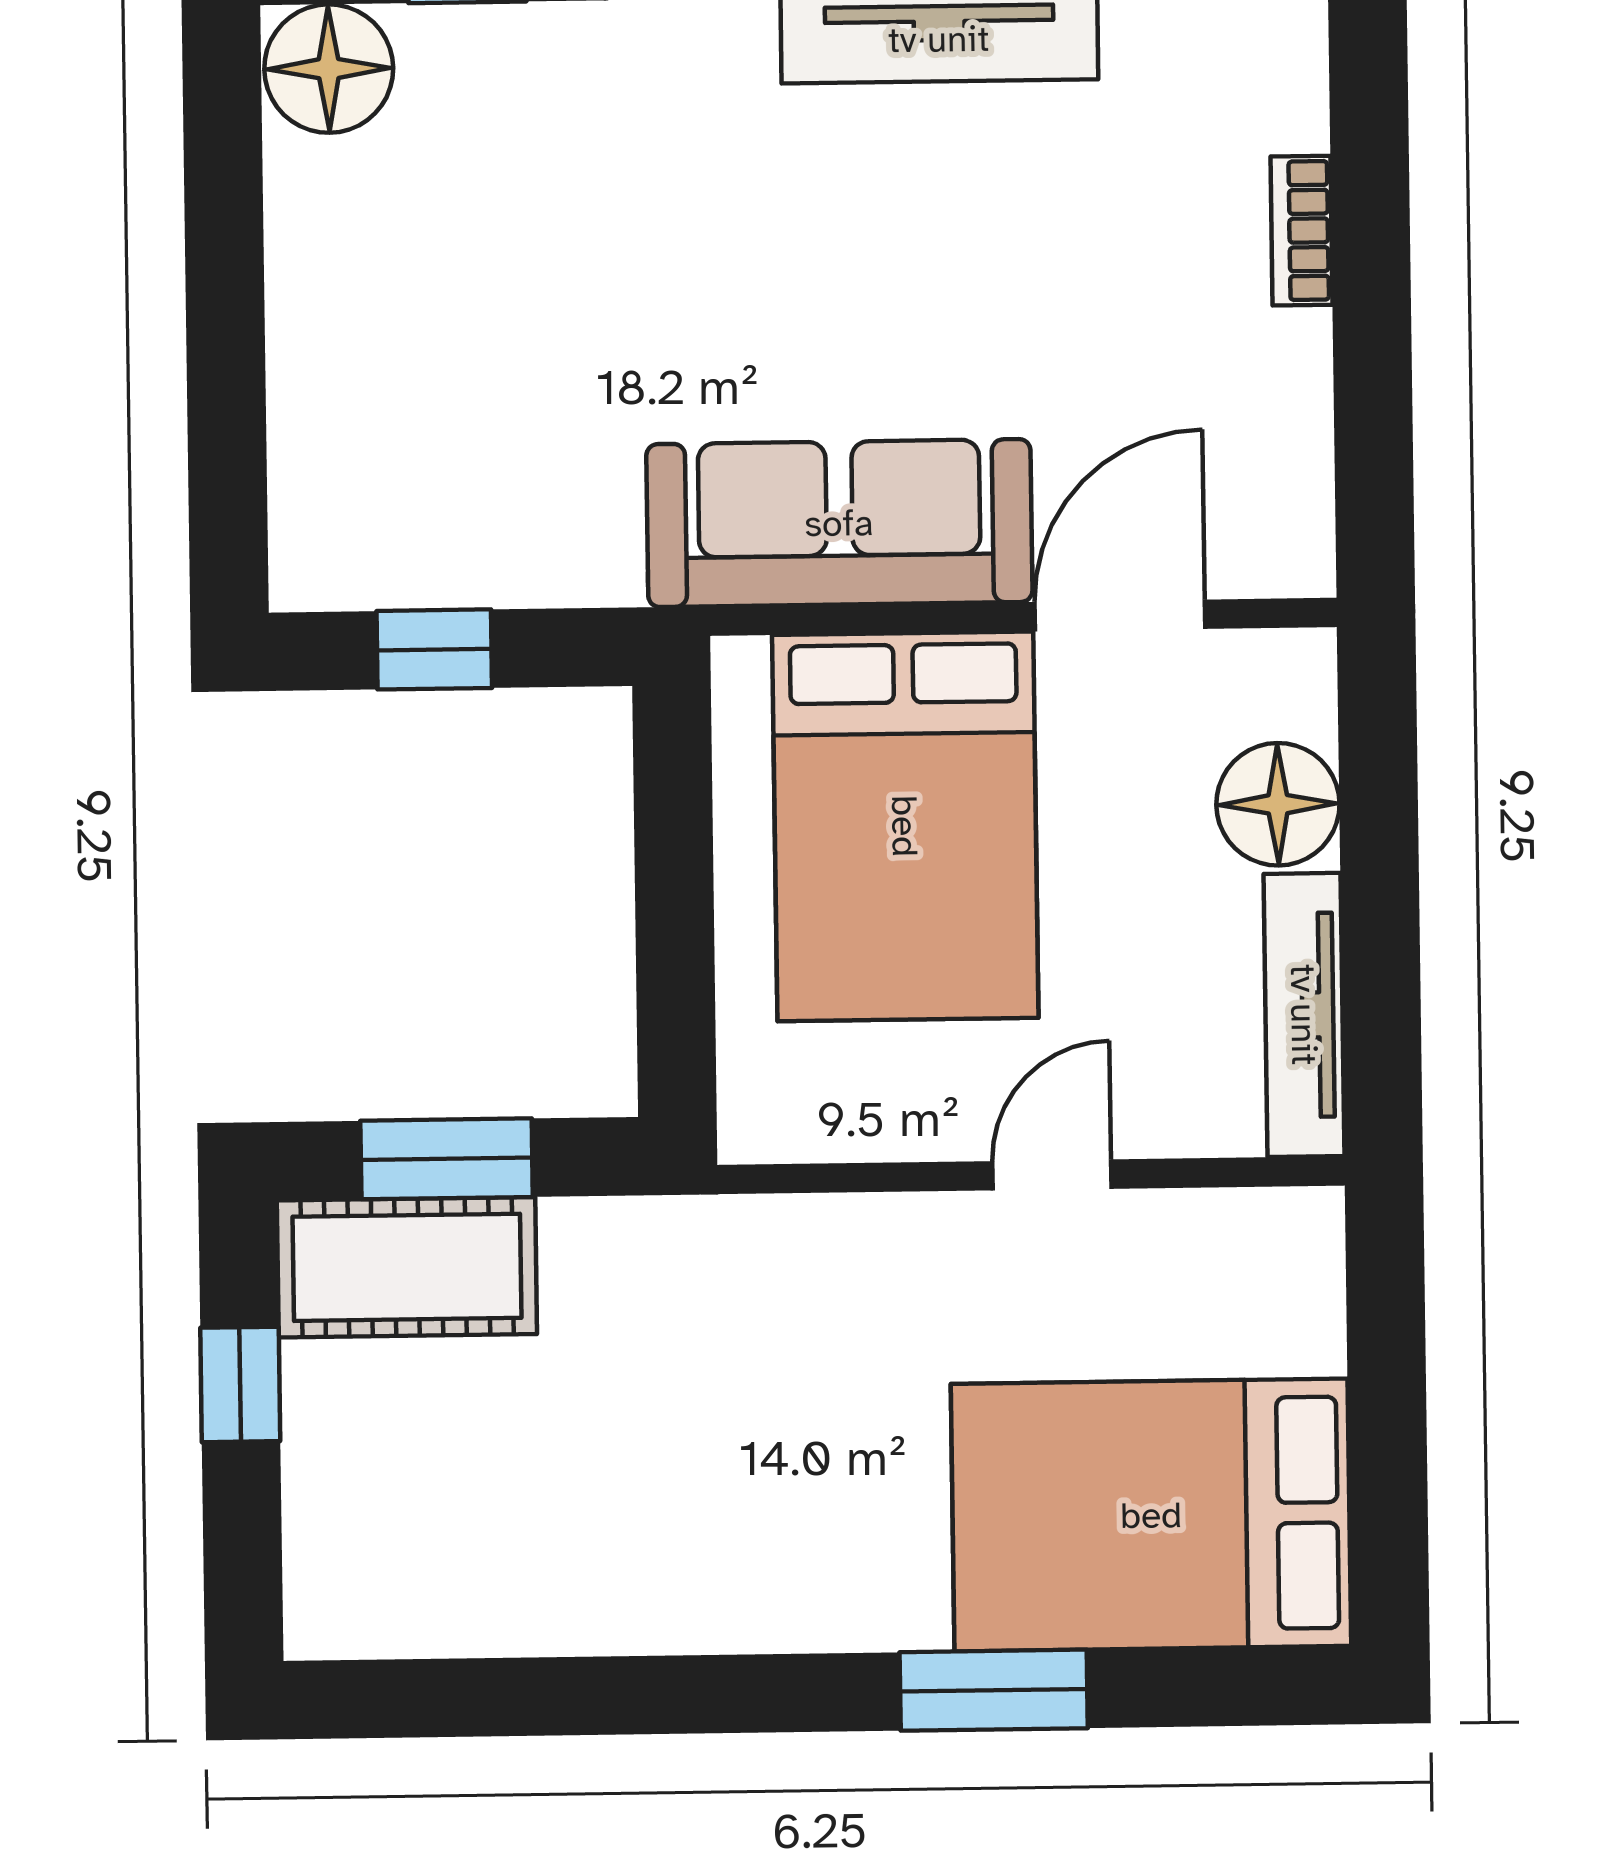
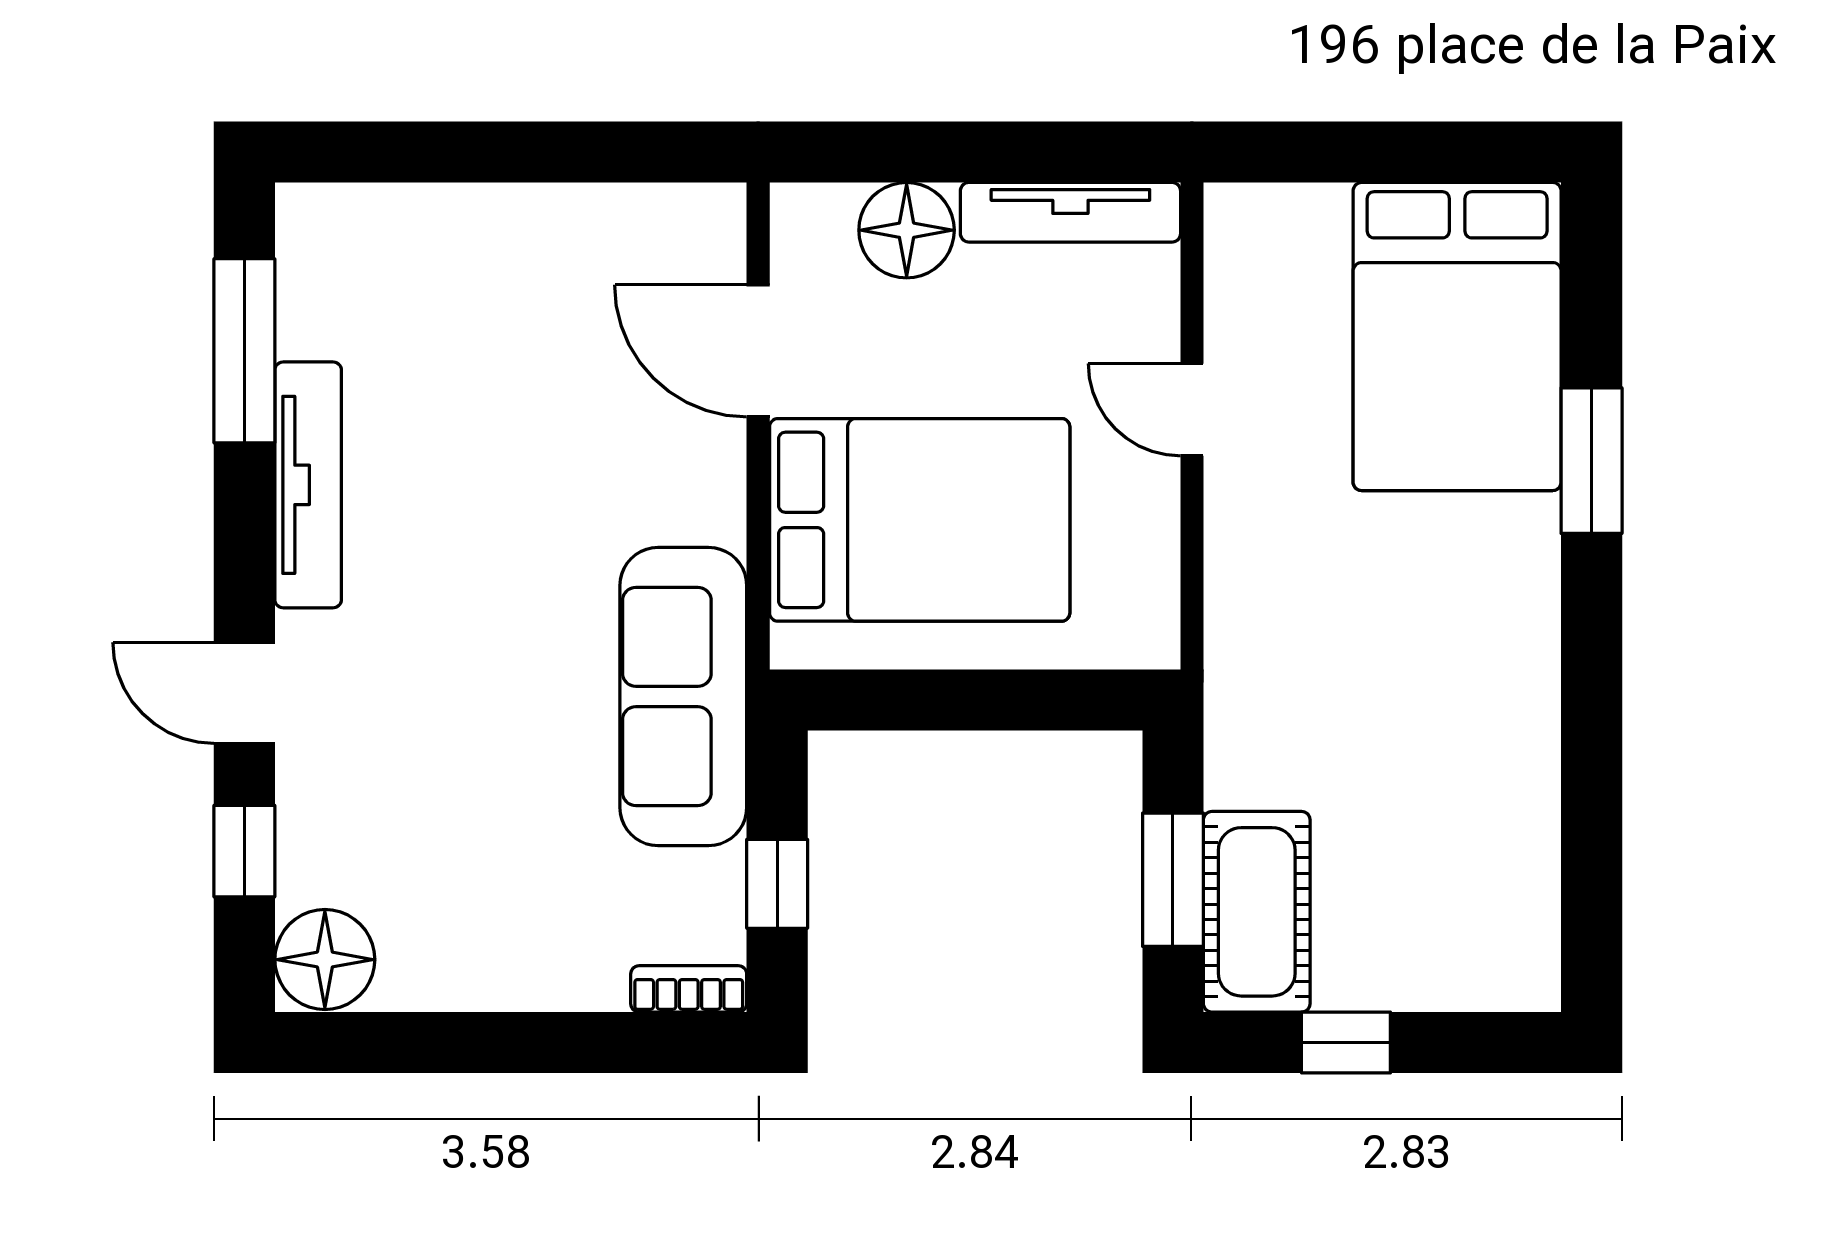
bookcase: (1302, 231) -> (689, 989), moved, turned 180
sofa: (839, 523) -> (683, 697), moved

